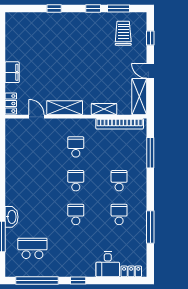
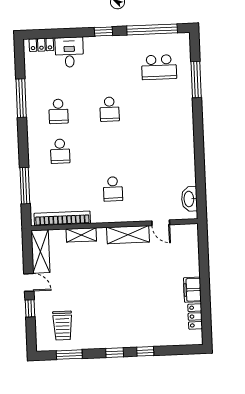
window: (93, 8) -> (115, 353), moved
window: (150, 38) -> (30, 308), moved
filing cabinet: (12, 72) -> (192, 290), moved
locker: (11, 104) -> (195, 316), moved
school desk: (76, 181) -> (111, 149), removed
washbasin: (11, 217) -> (189, 199), moved

